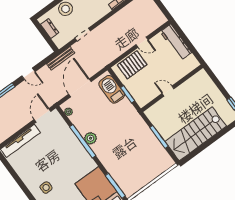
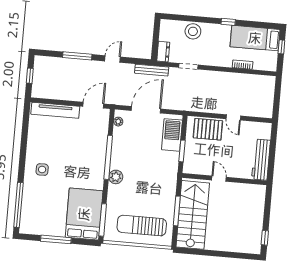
dresser: (50, 28) -> (163, 52), moved
workbench: (176, 42) -> (261, 160), moved
door: (28, 74) -> (112, 59), swing flipped
stairs: (196, 134) -> (193, 215), moved, turned 90
plant: (91, 138) -> (116, 177), moved
sun lounger: (144, 167) -> (142, 226), added

